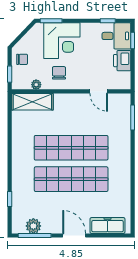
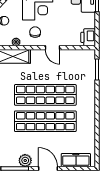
printer: (122, 61) -> (88, 37), moved
door: (99, 91) -> (53, 48), moved
plant: (33, 226) -> (25, 160), moved

